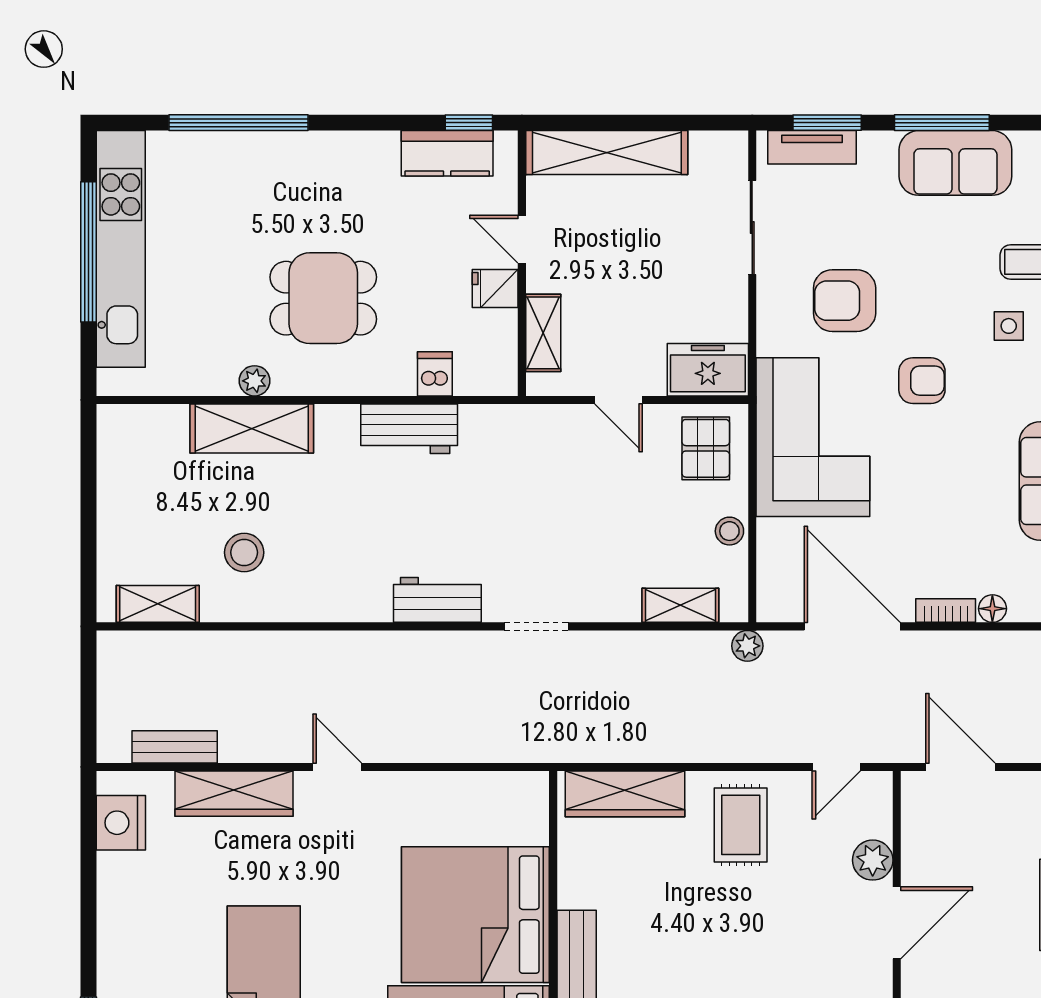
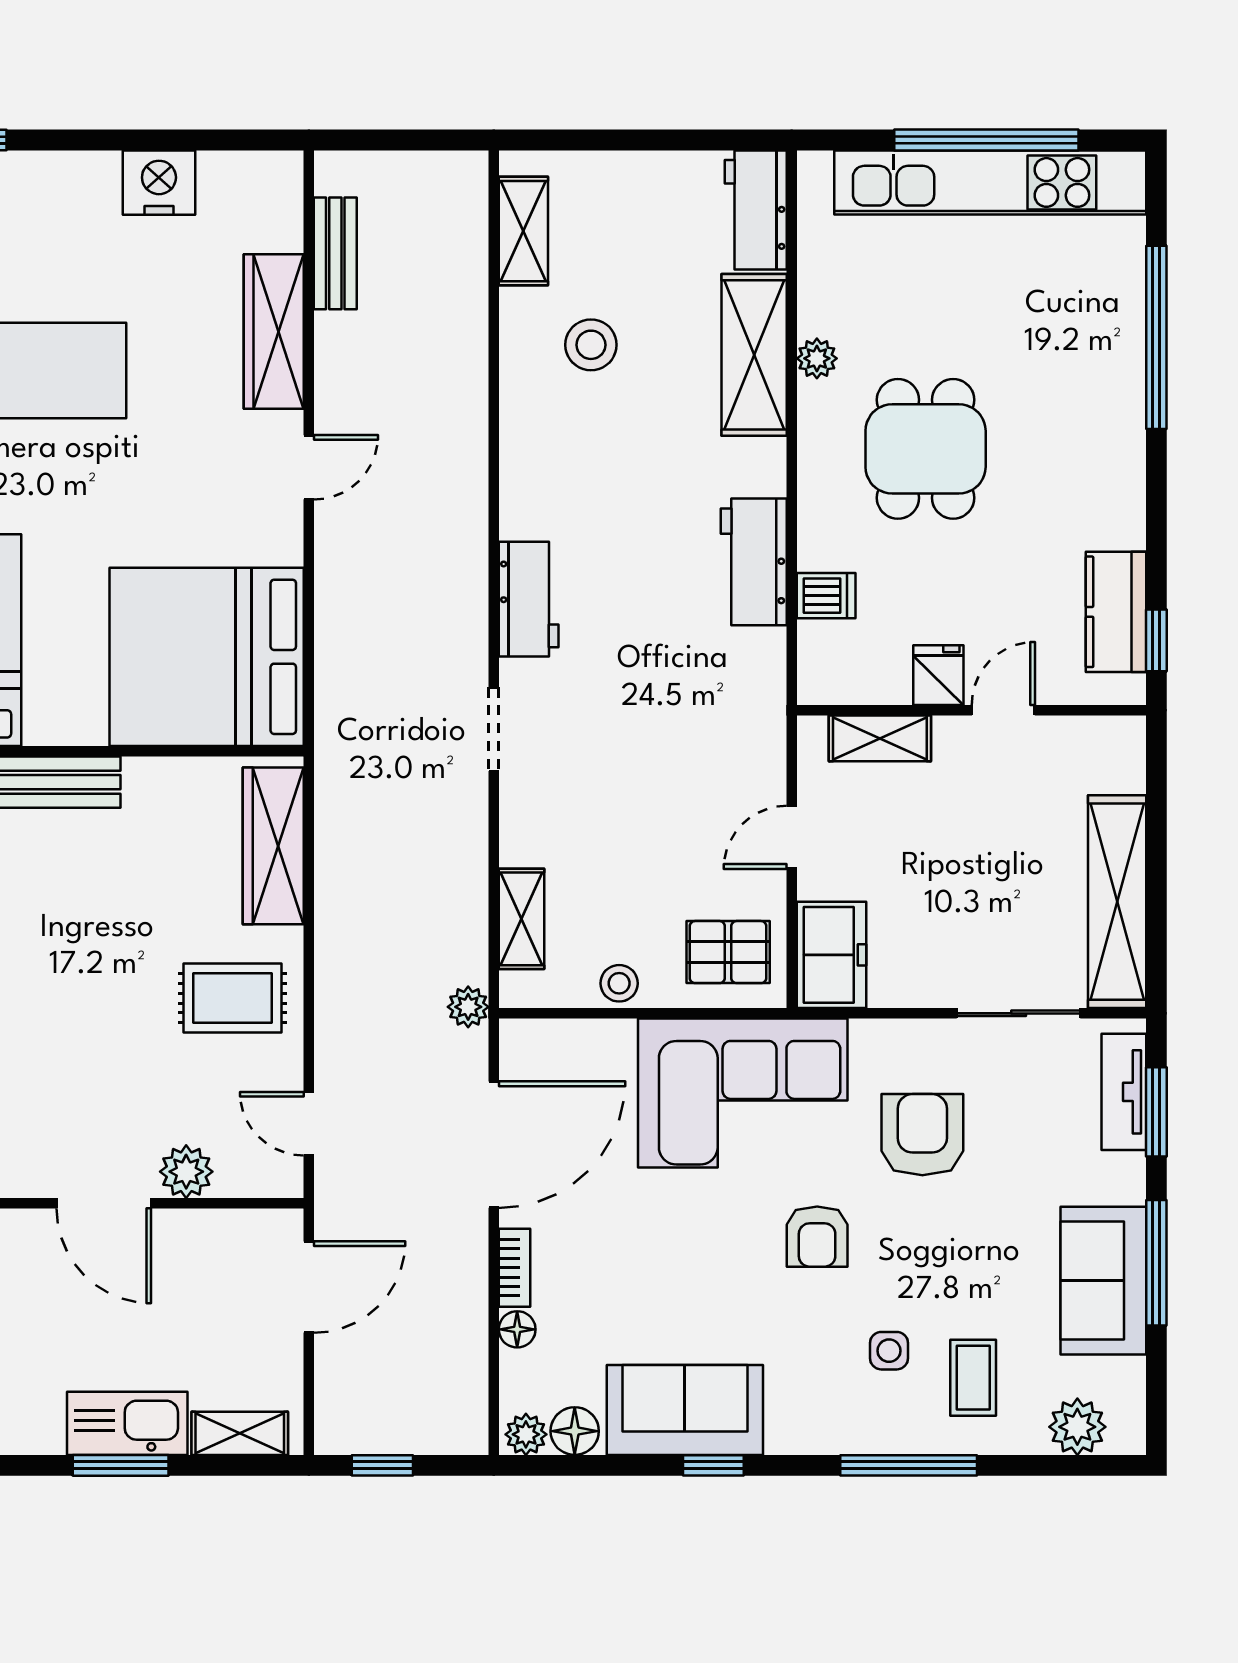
shelving: (607, 153) -> (1117, 902), moved
workbench: (142, 427) -> (756, 210), added
nightstand: (121, 823) -> (159, 183), moved
bed: (475, 915) -> (207, 657), moved, turned -90

